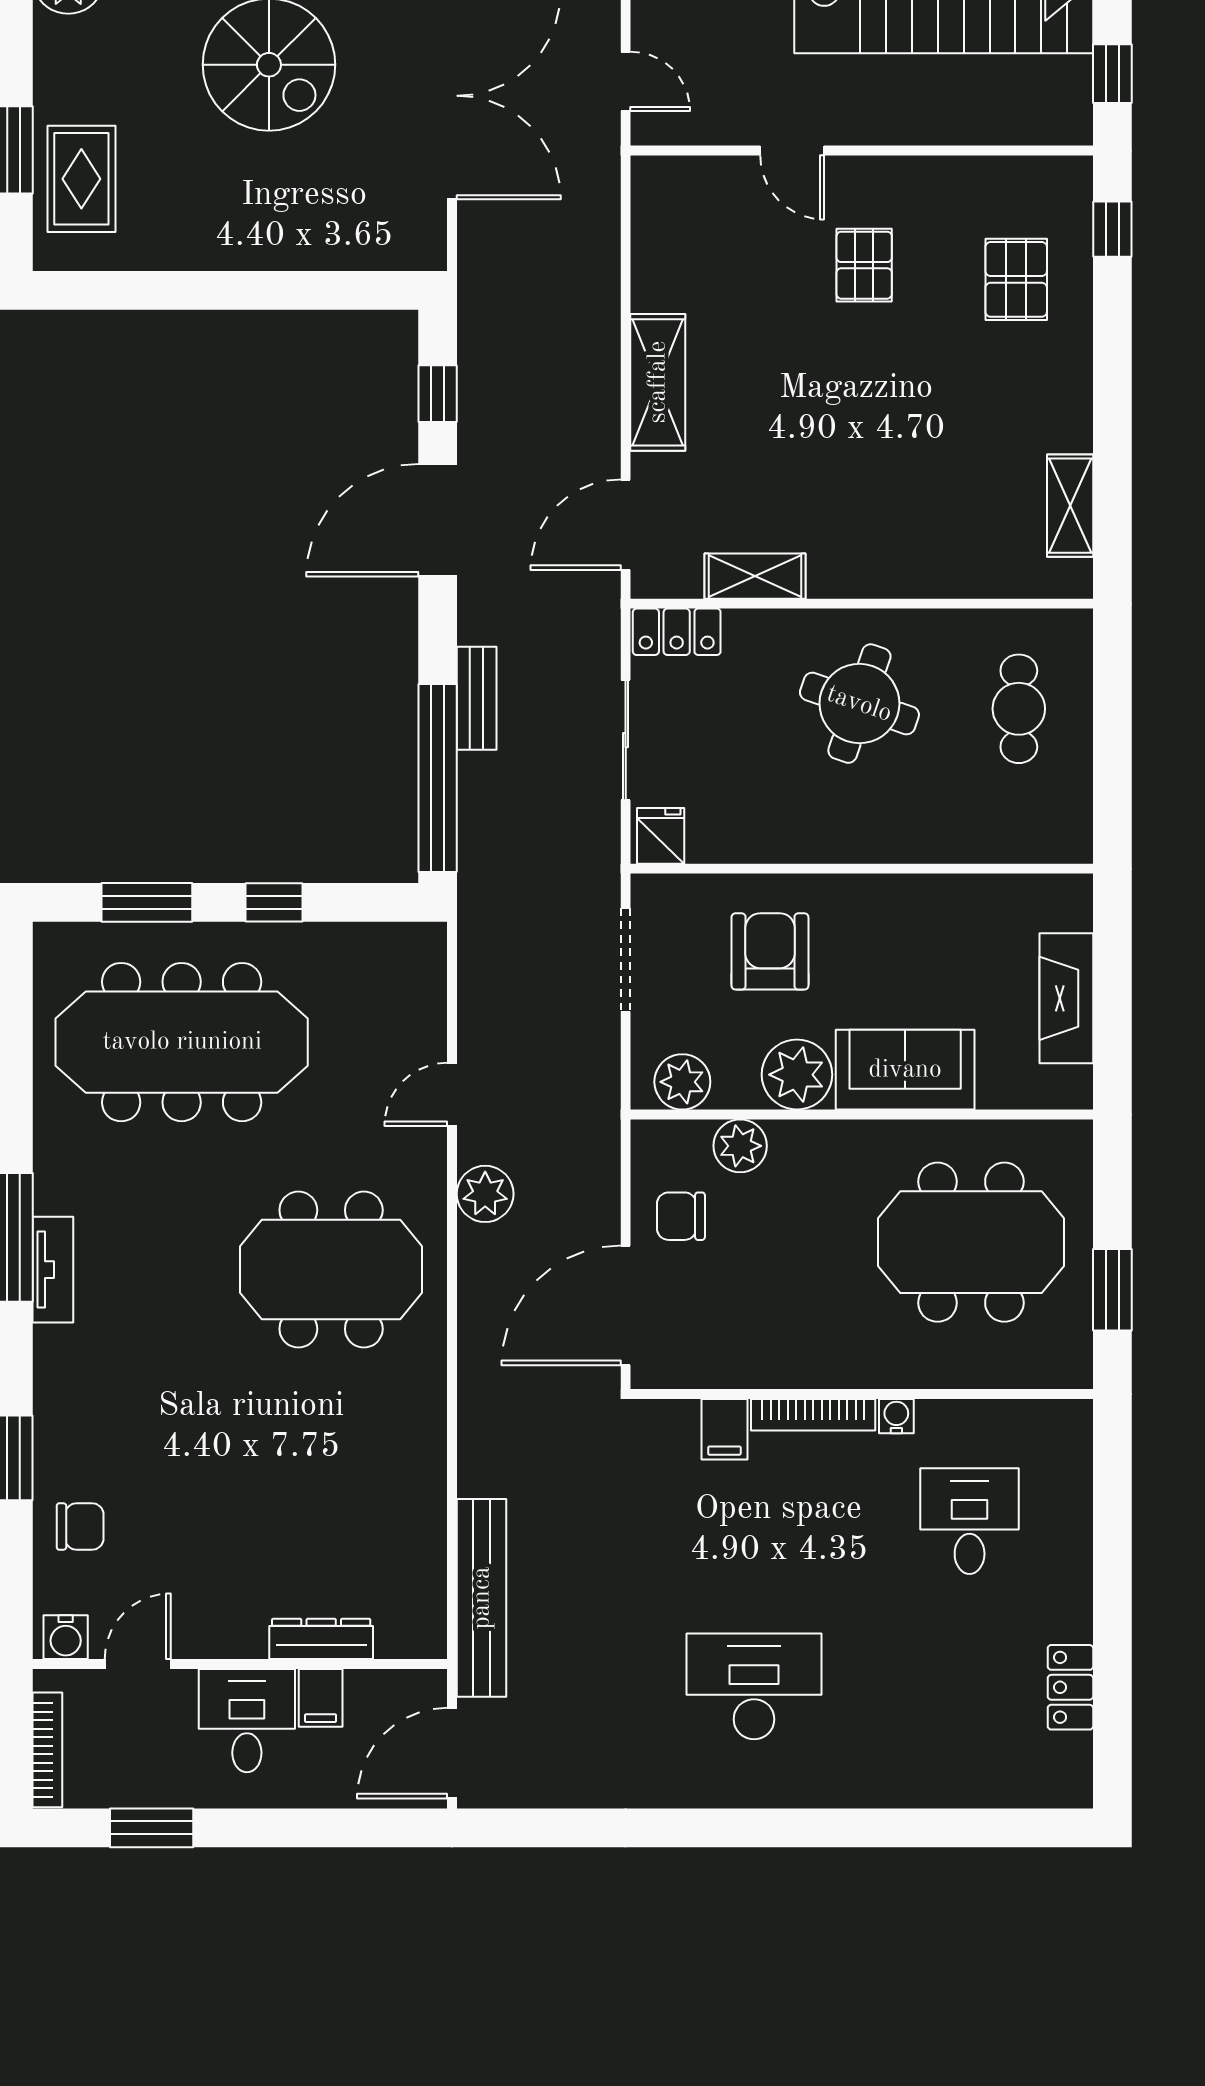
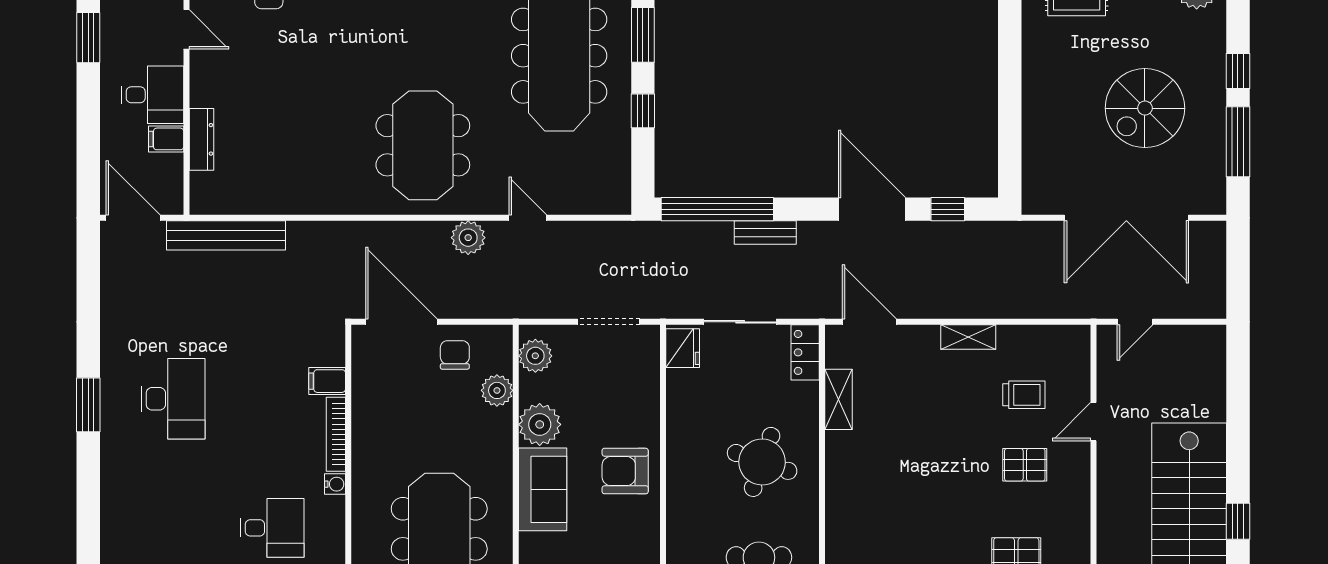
trolley: (747, 267) -> (1024, 395), added
shelving: (658, 382) -> (968, 337), width x0.67, depth x0.75
fridge: (661, 836) -> (683, 348), width x1.38
armchair: (770, 951) -> (625, 471), moved, turned 180
window: (764, 1828) -> (88, 405), added

